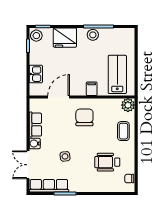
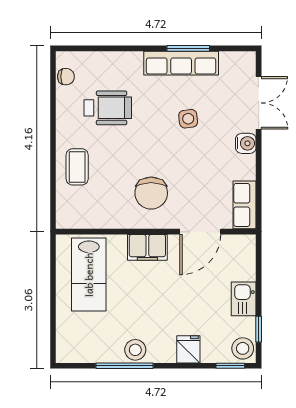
fridge: (65, 38) -> (188, 349), width x0.53, depth x0.75
kitchen sink: (36, 74) -> (244, 299), moved
filing cabinet: (92, 89) -> (147, 247), width x2.00
plant: (128, 105) -> (68, 216), removed
row of seats: (35, 125) -> (245, 205), moved
row of seats: (49, 186) -> (181, 63), moved

